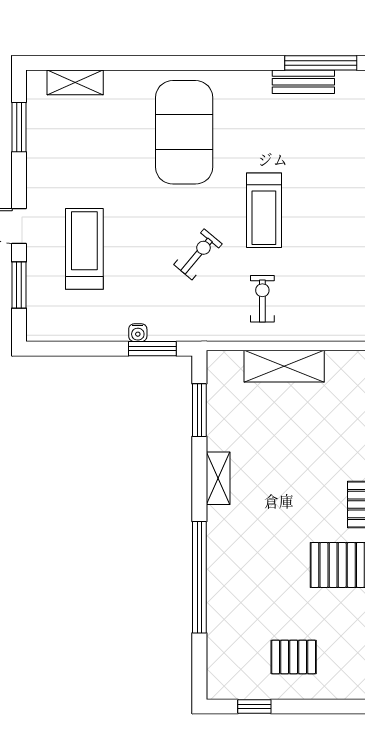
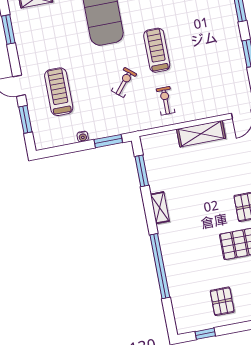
treadmill: (264, 210) -> (157, 50), turned 180
water cooler: (138, 333) -> (83, 137), moved
shelving: (284, 366) -> (201, 134), moved
pallet: (294, 657) -> (222, 301), turned 90

